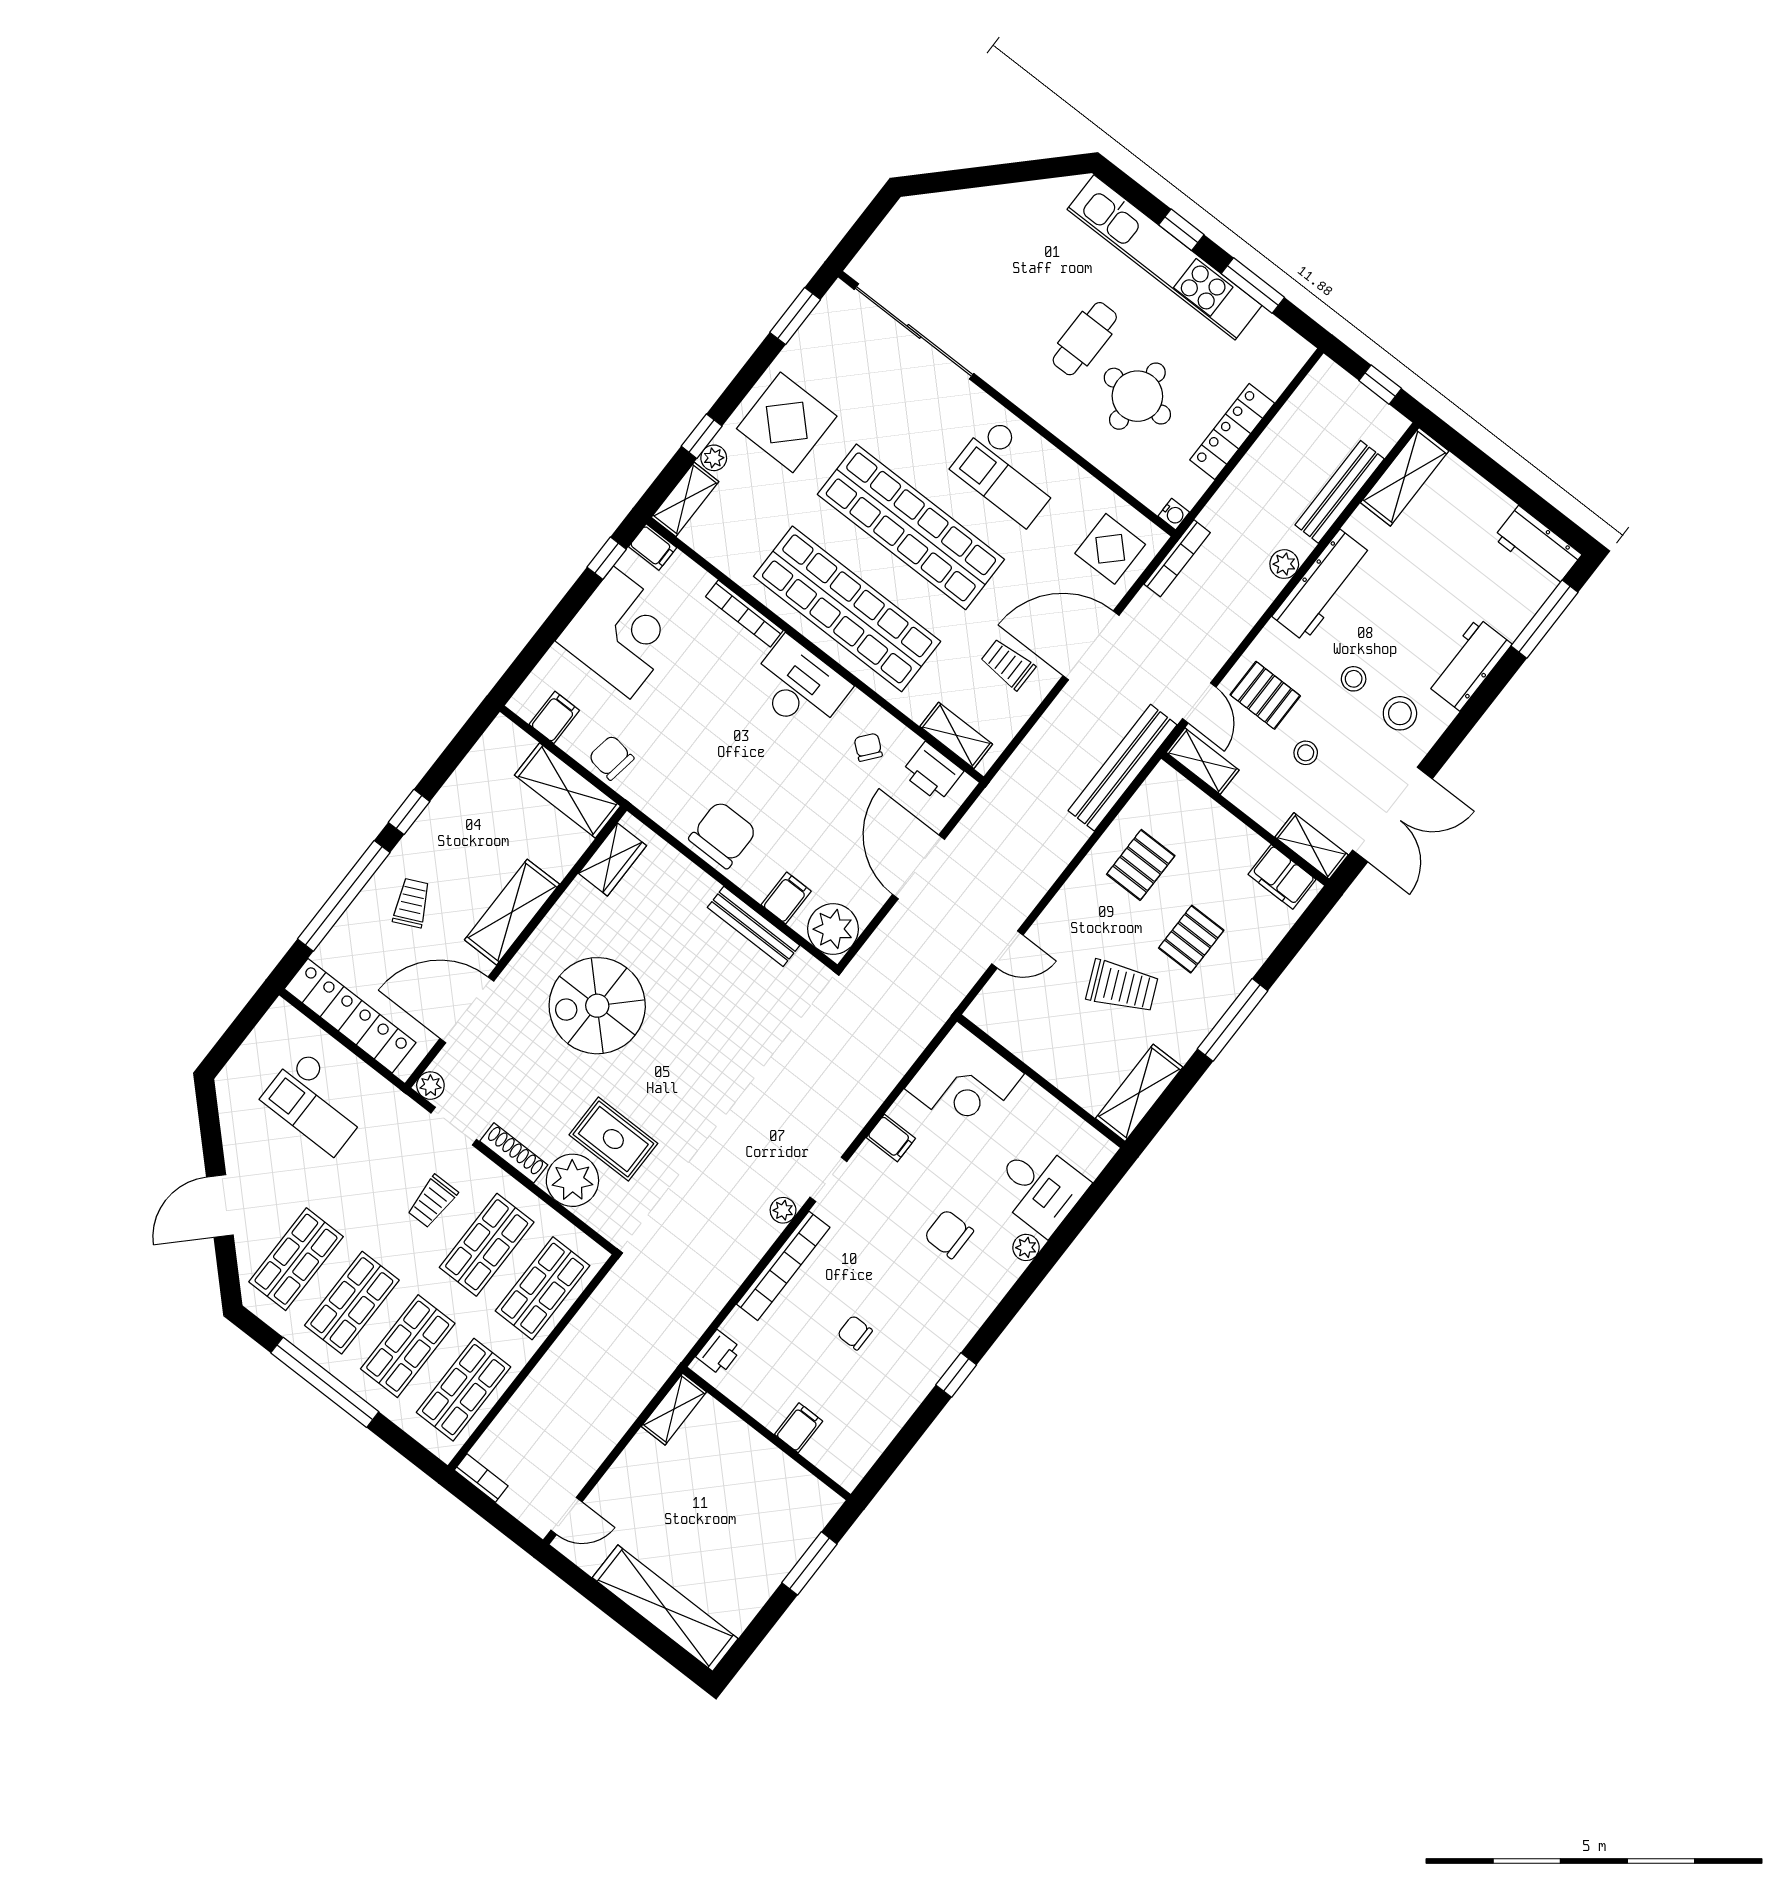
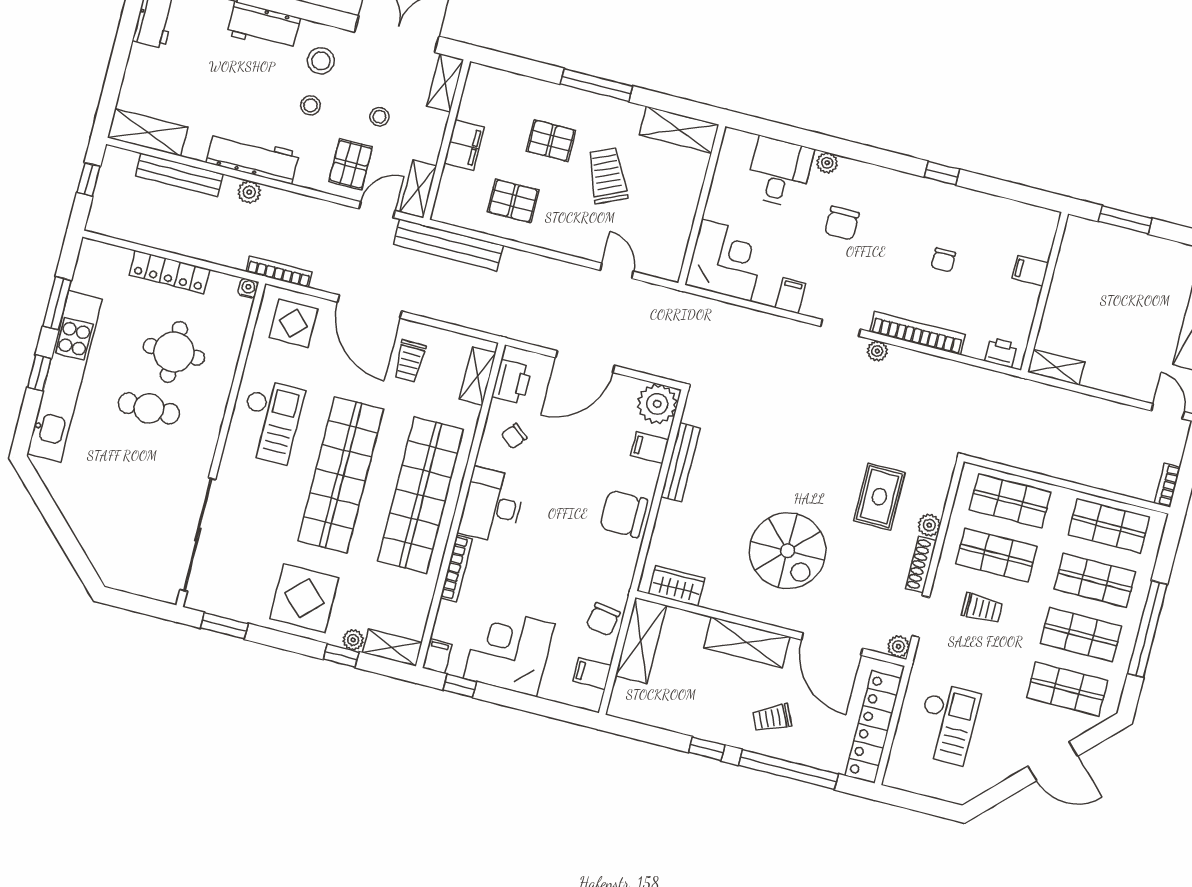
filing cabinet: (1282, 877) -> (464, 145), moved
plant: (572, 1180) -> (929, 525), width x0.53, depth x0.53

